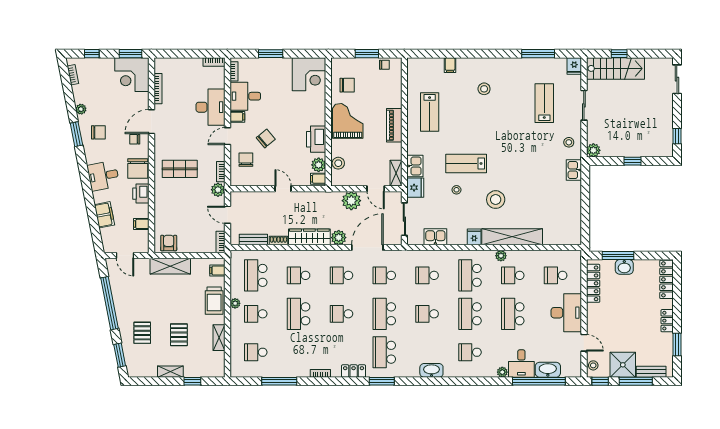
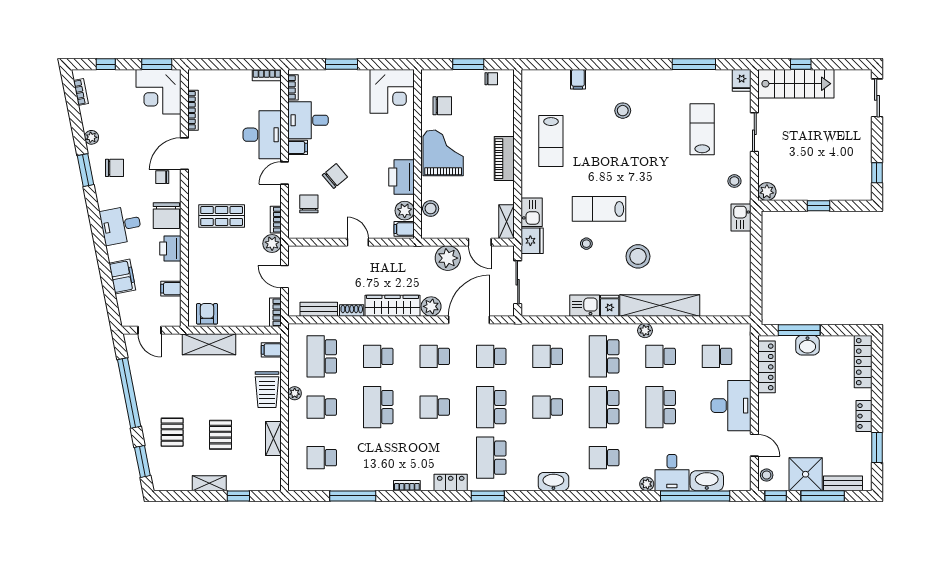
kitchen sink: (435, 237) -> (585, 306), moved

